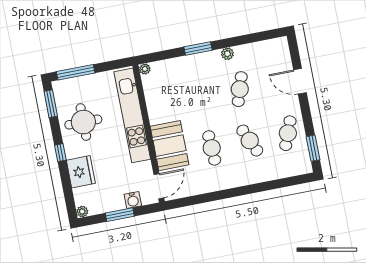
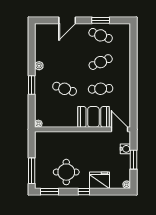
cafe table: (240, 89) -> (65, 89), moved
kitchen unit: (132, 115) -> (68, 138), removed
window: (313, 148) -> (101, 20), moved

